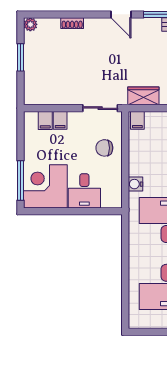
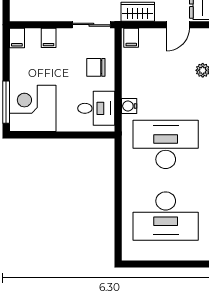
filing cabinet: (45, 120) -> (17, 38), moved
desk: (84, 191) -> (96, 108), moved, turned -90

